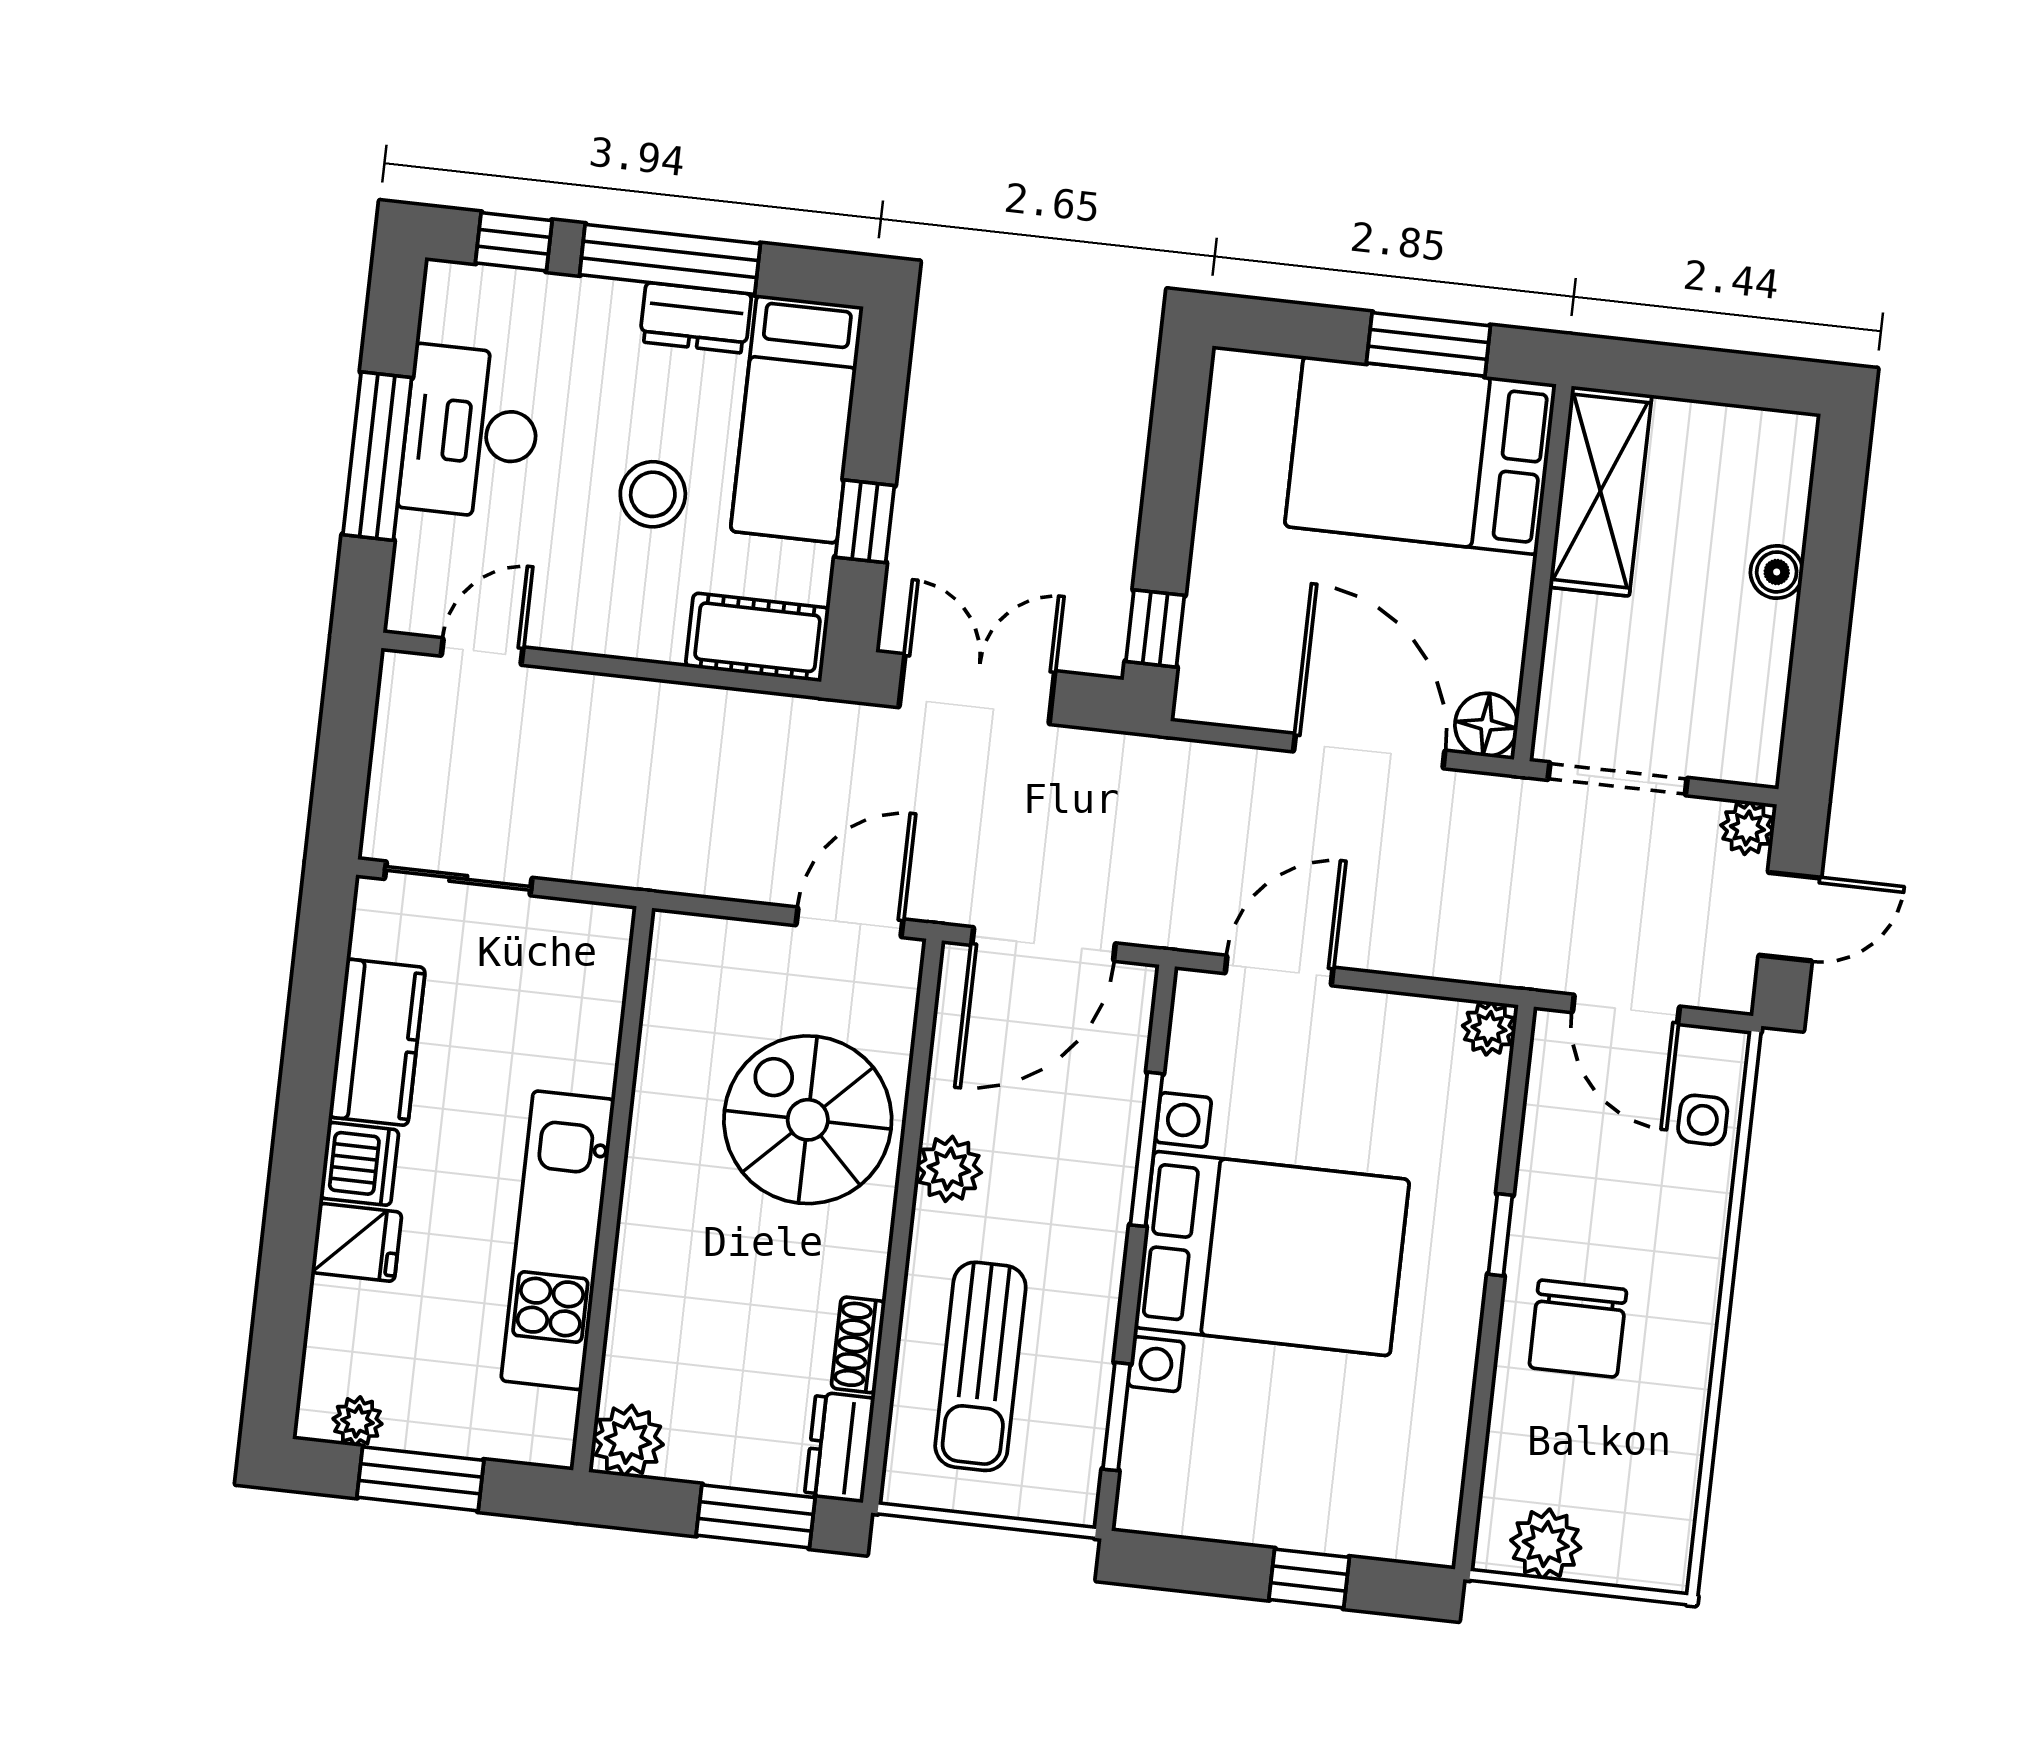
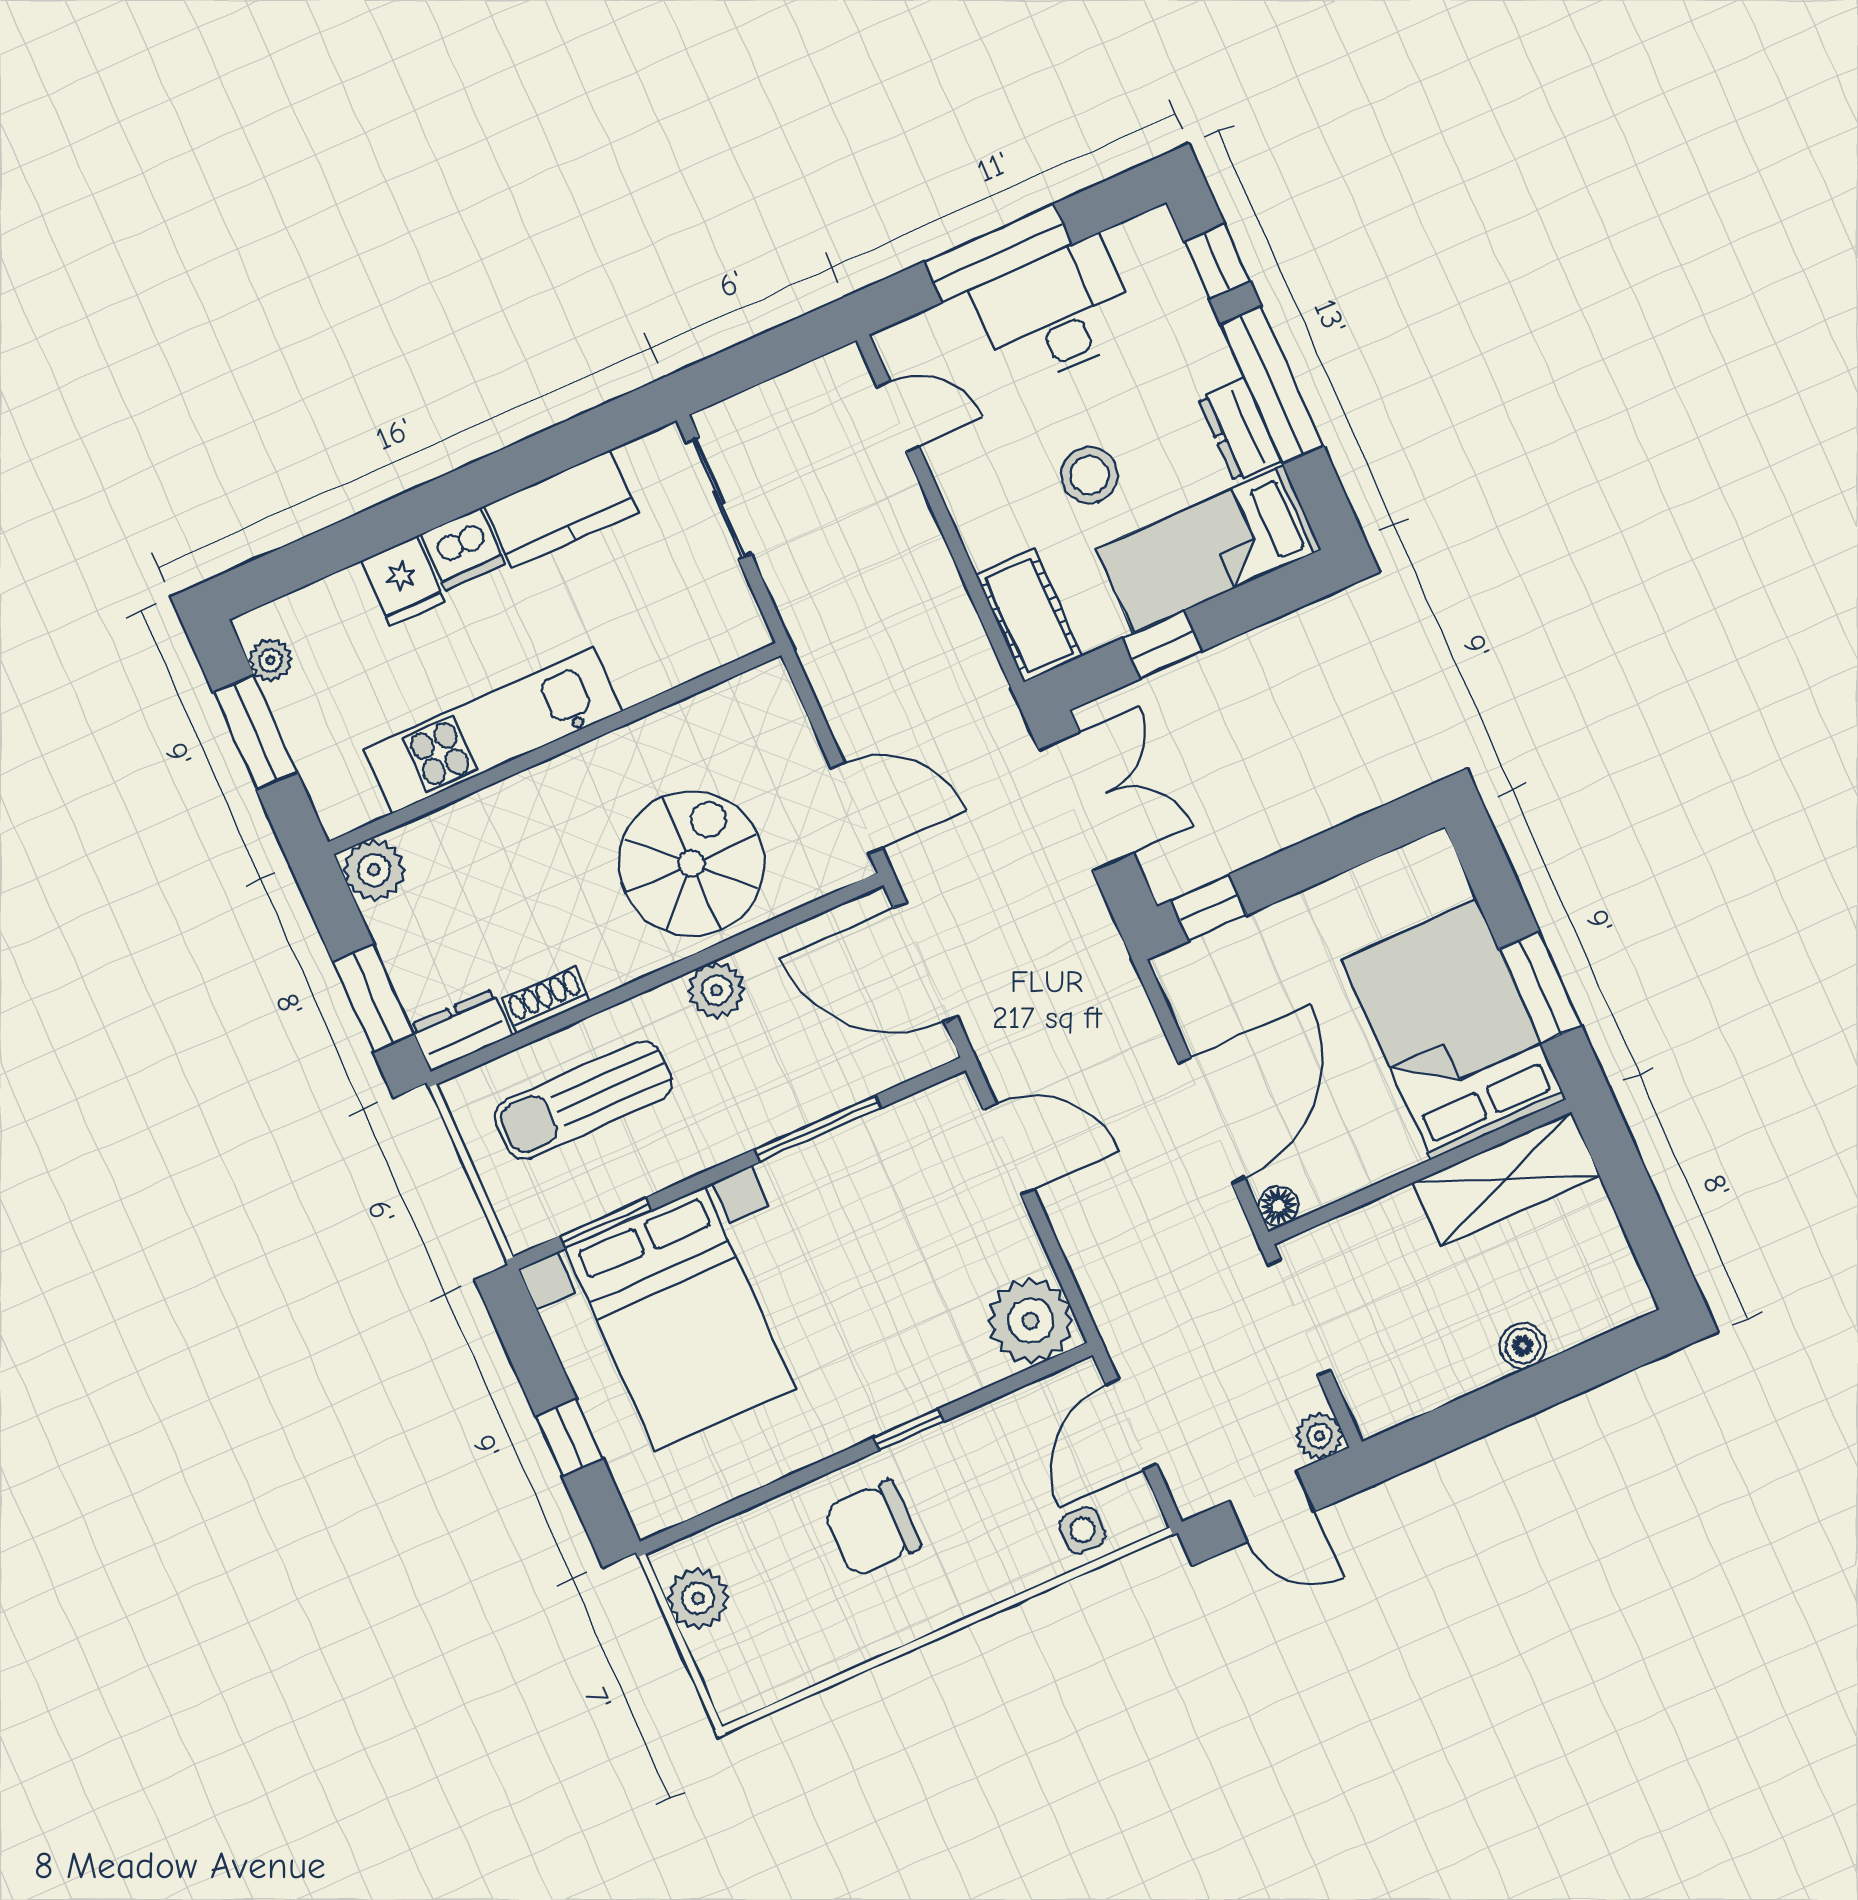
floor lamp: (1486, 725) -> (1278, 1206), width x0.73, depth x0.73
plant: (1489, 1029) -> (1030, 1321), width x1.87, depth x1.87
bed with nightstands: (1272, 1253) -> (680, 1319), moved

